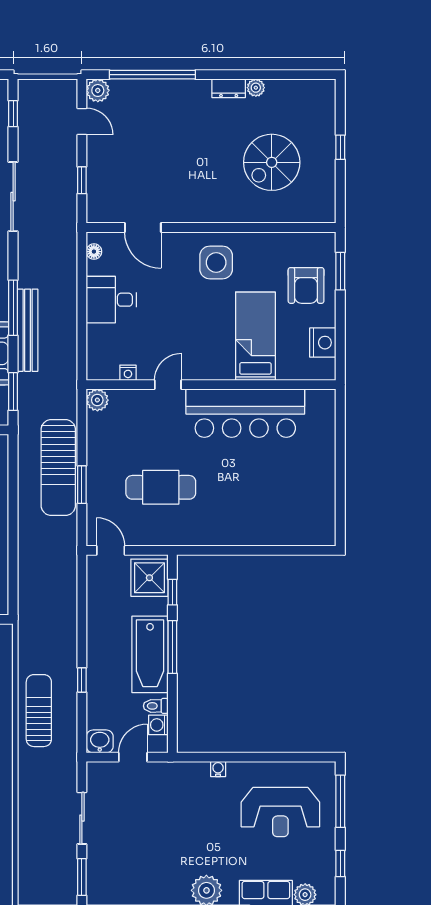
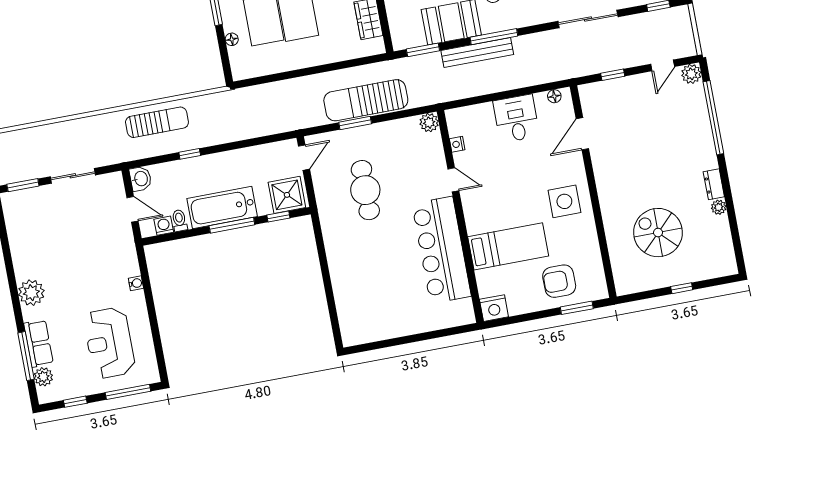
nightstand: (323, 343) -> (494, 308), moved

